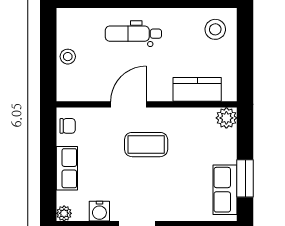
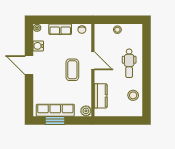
stool: (215, 29) -> (133, 95), moved
dental chair: (133, 34) -> (129, 63), turned 180
row of seats: (225, 190) -> (55, 110), width x1.48

